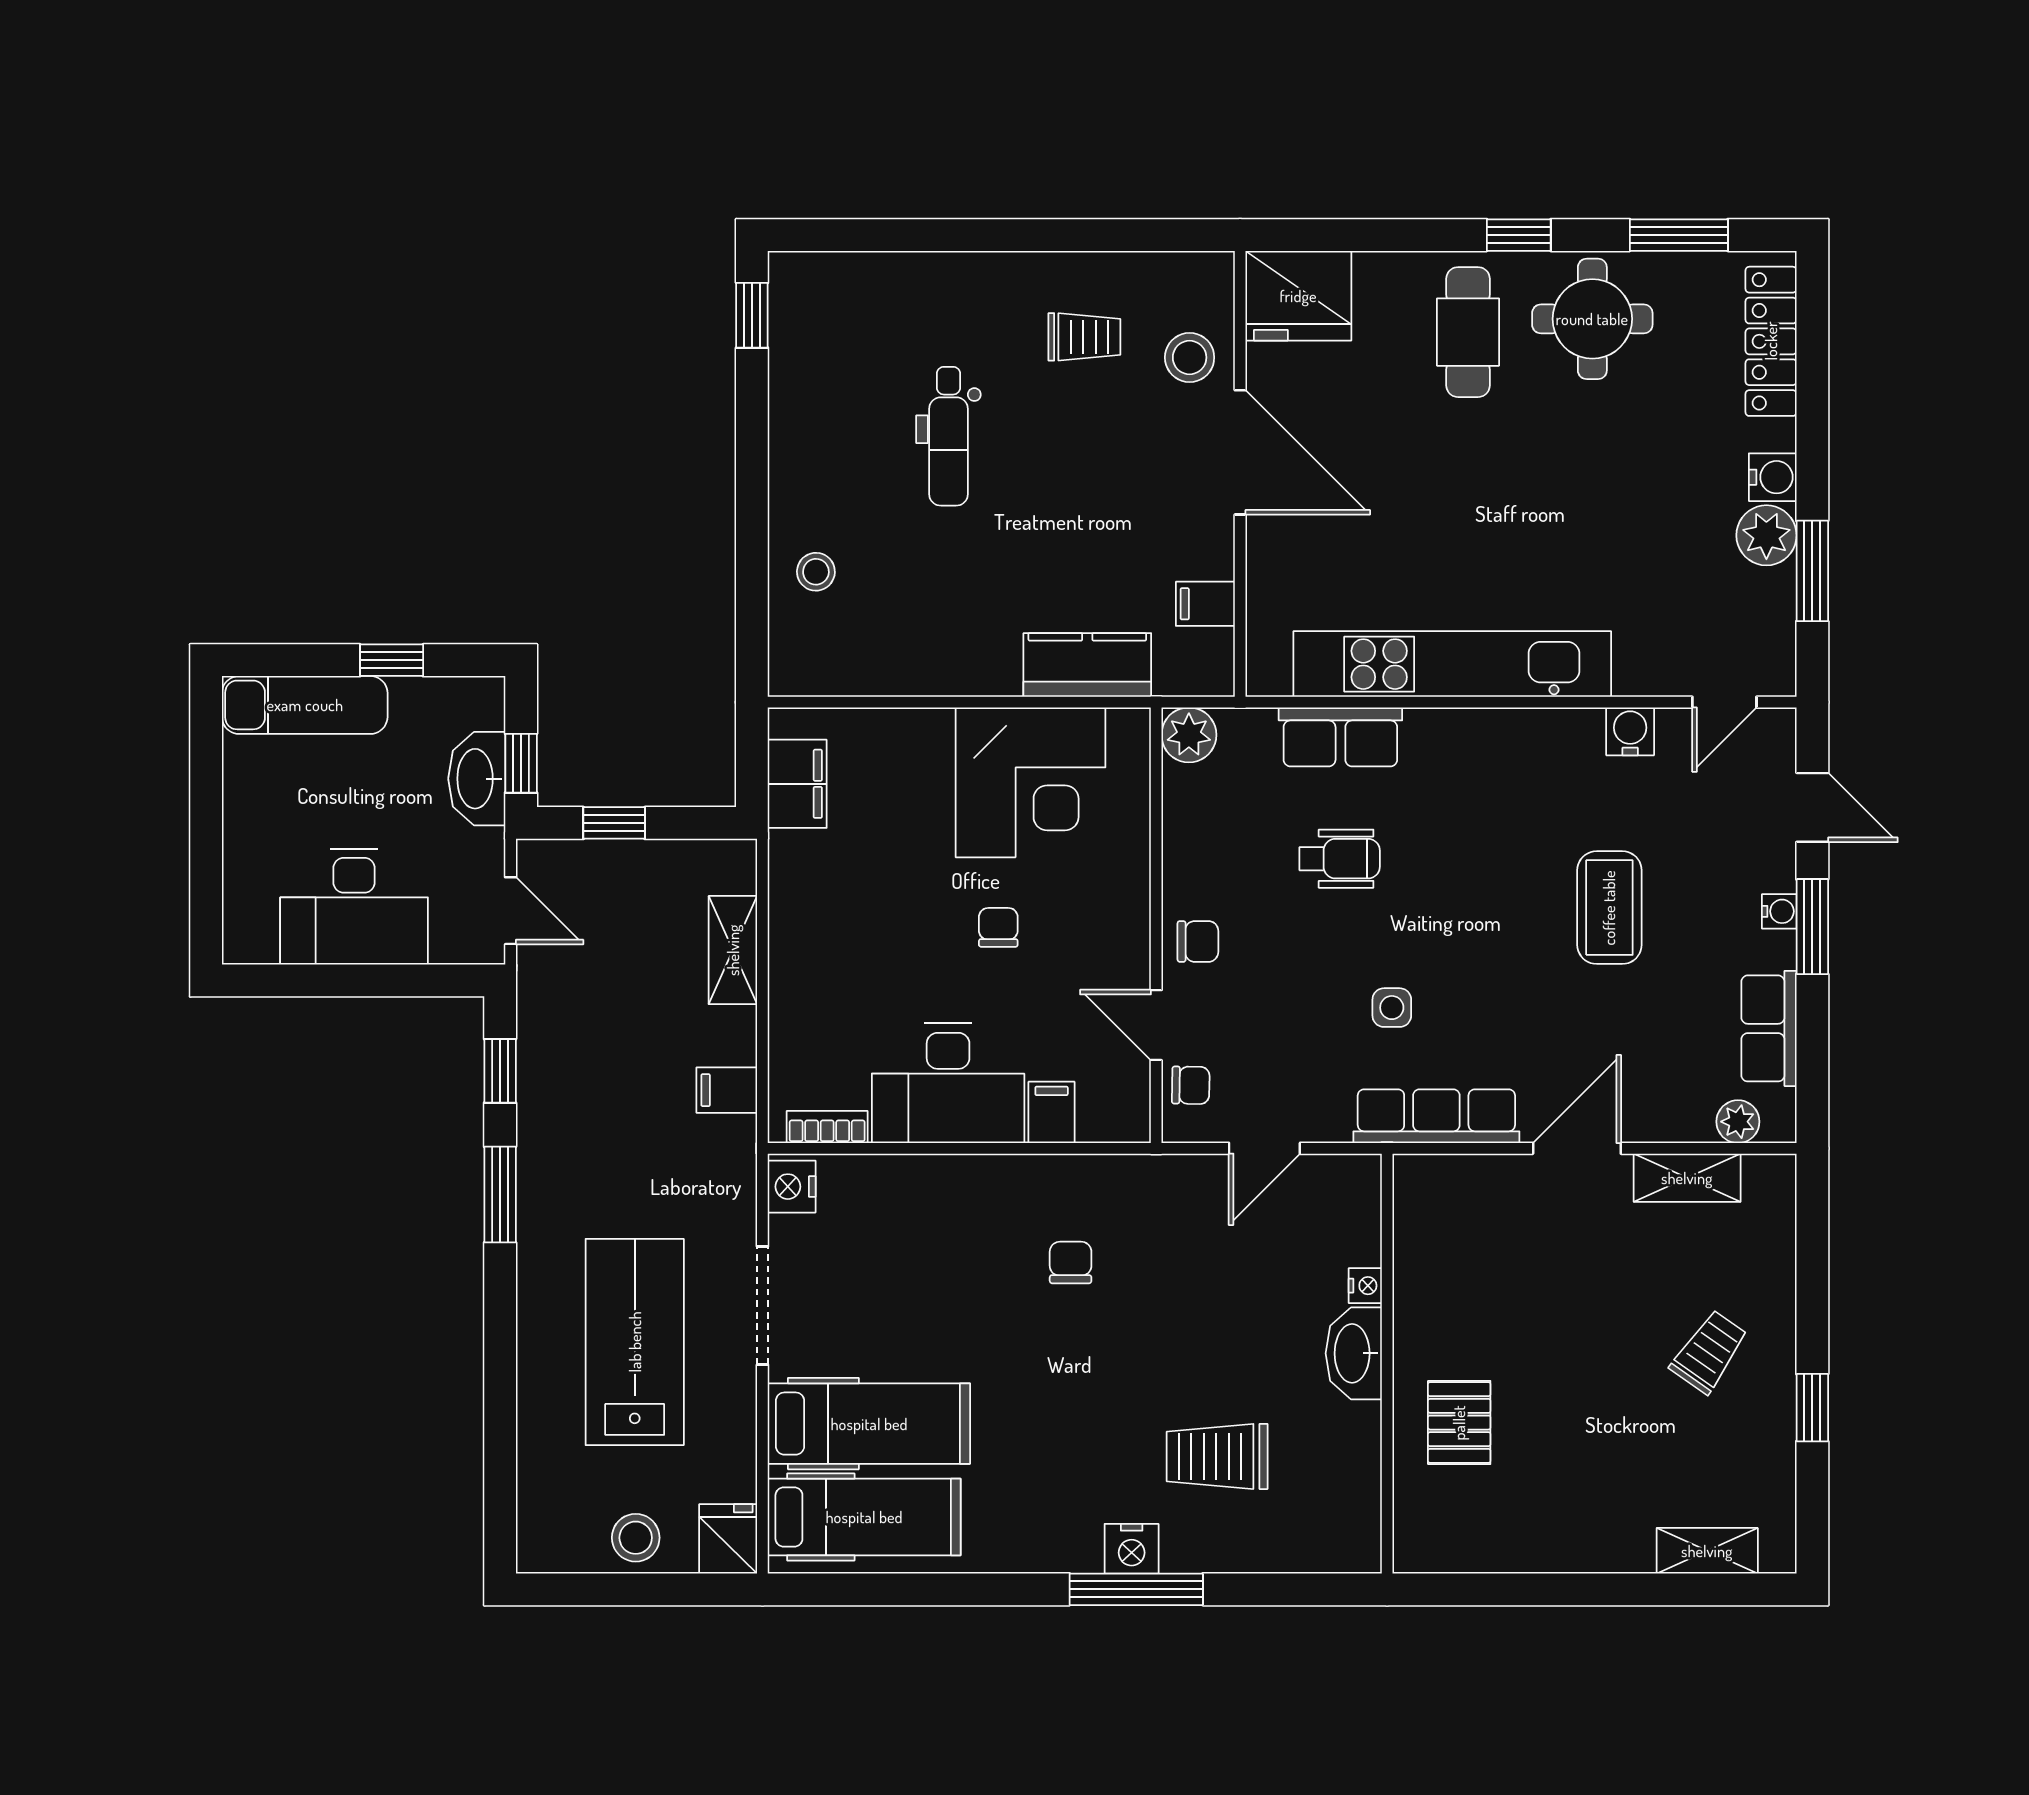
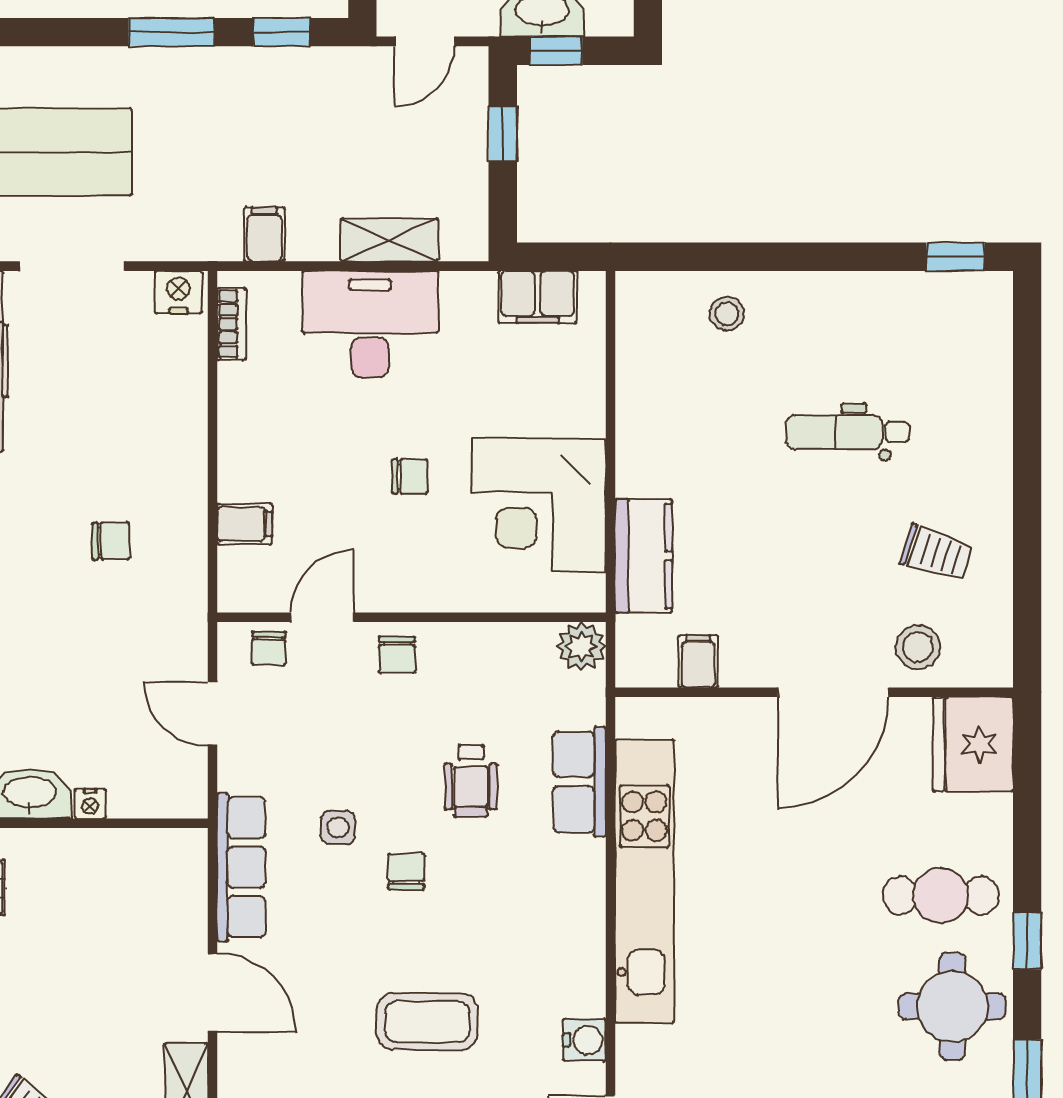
trolley: (1084, 337) -> (936, 553), turned -72
chair: (1441, 931) -> (406, 871), added
desk: (948, 1083) -> (370, 324), moved, turned 90

